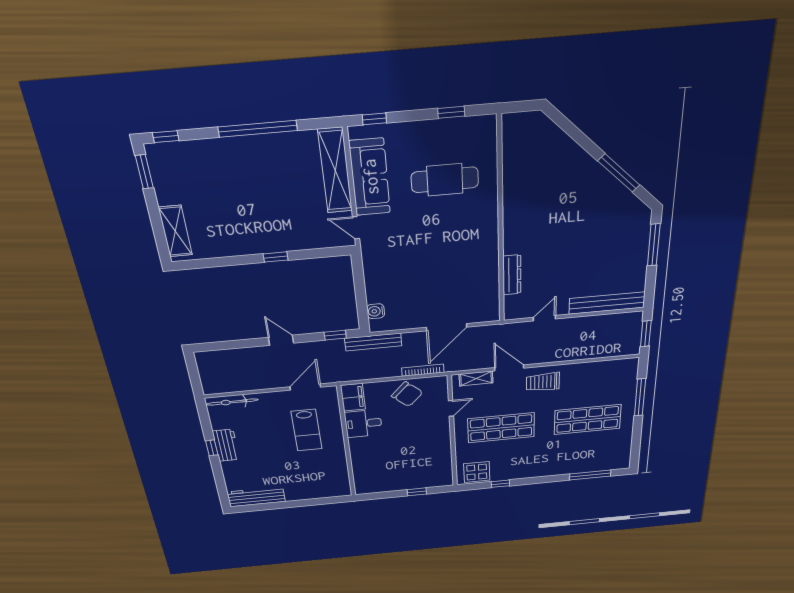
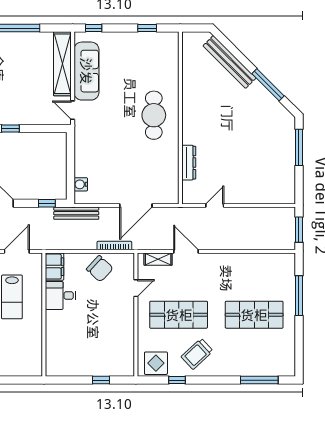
cafe table: (445, 180) -> (154, 115), moved, turned 90
bench: (607, 303) -> (230, 62), moved, turned 45
trolley: (543, 382) -> (197, 354), moved, turned -43

